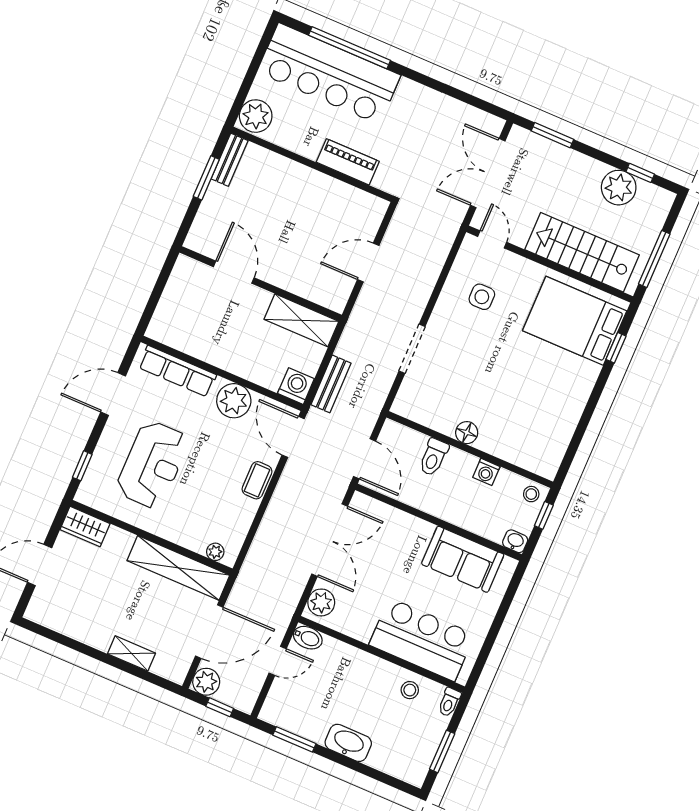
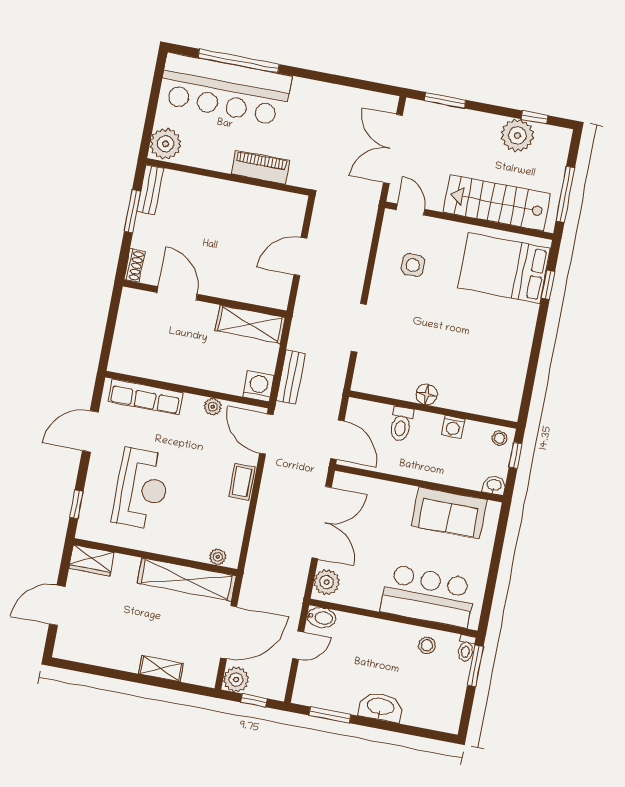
shoe rack: (196, 234) -> (134, 266), added
plant: (234, 401) -> (213, 407), width x0.53, depth x0.53
window: (442, 751) -> (475, 666), moved

